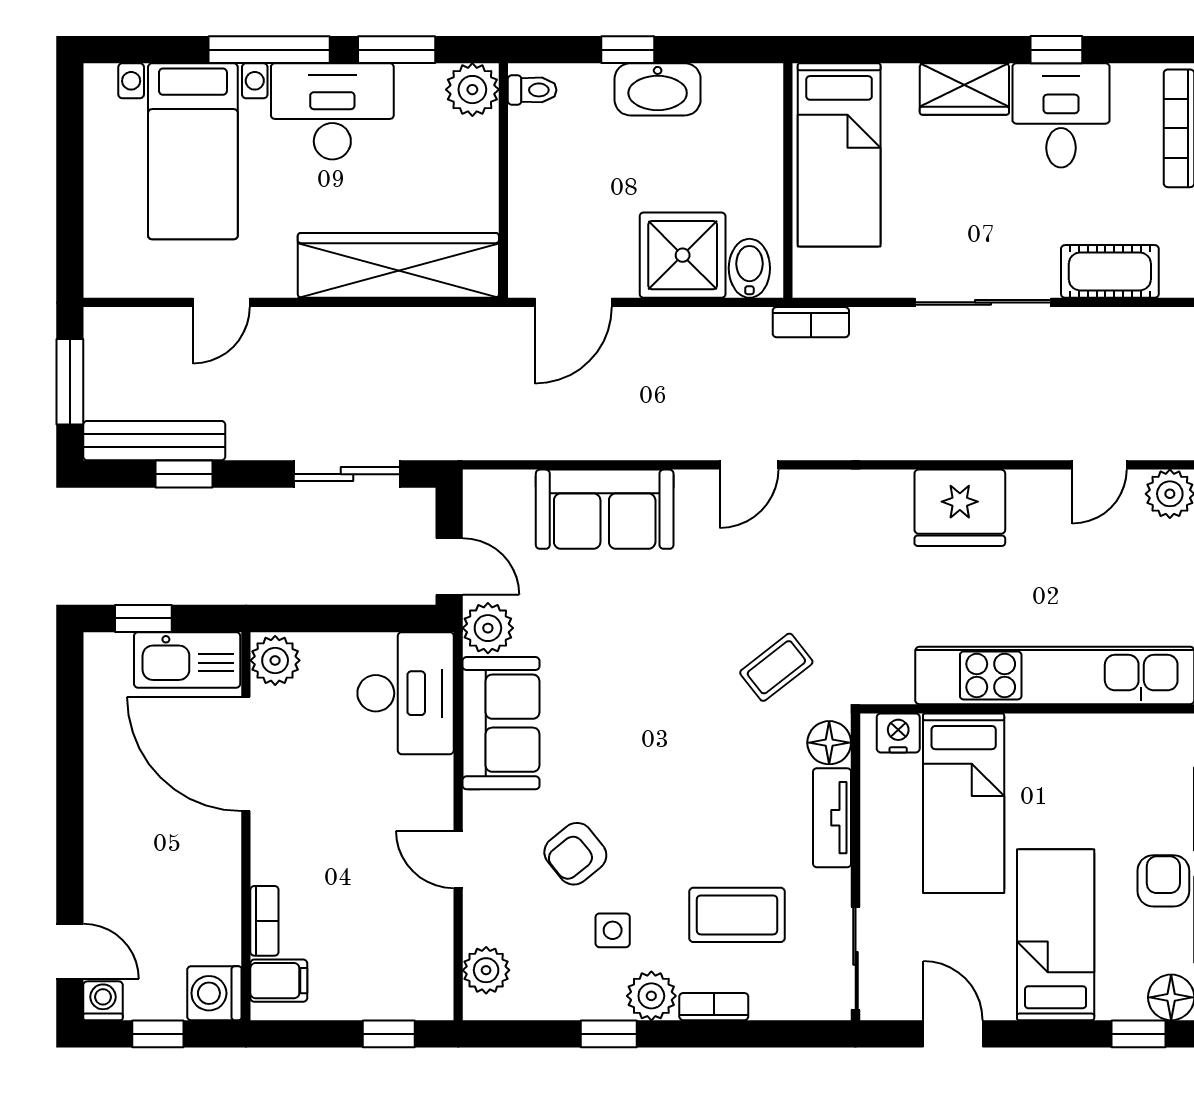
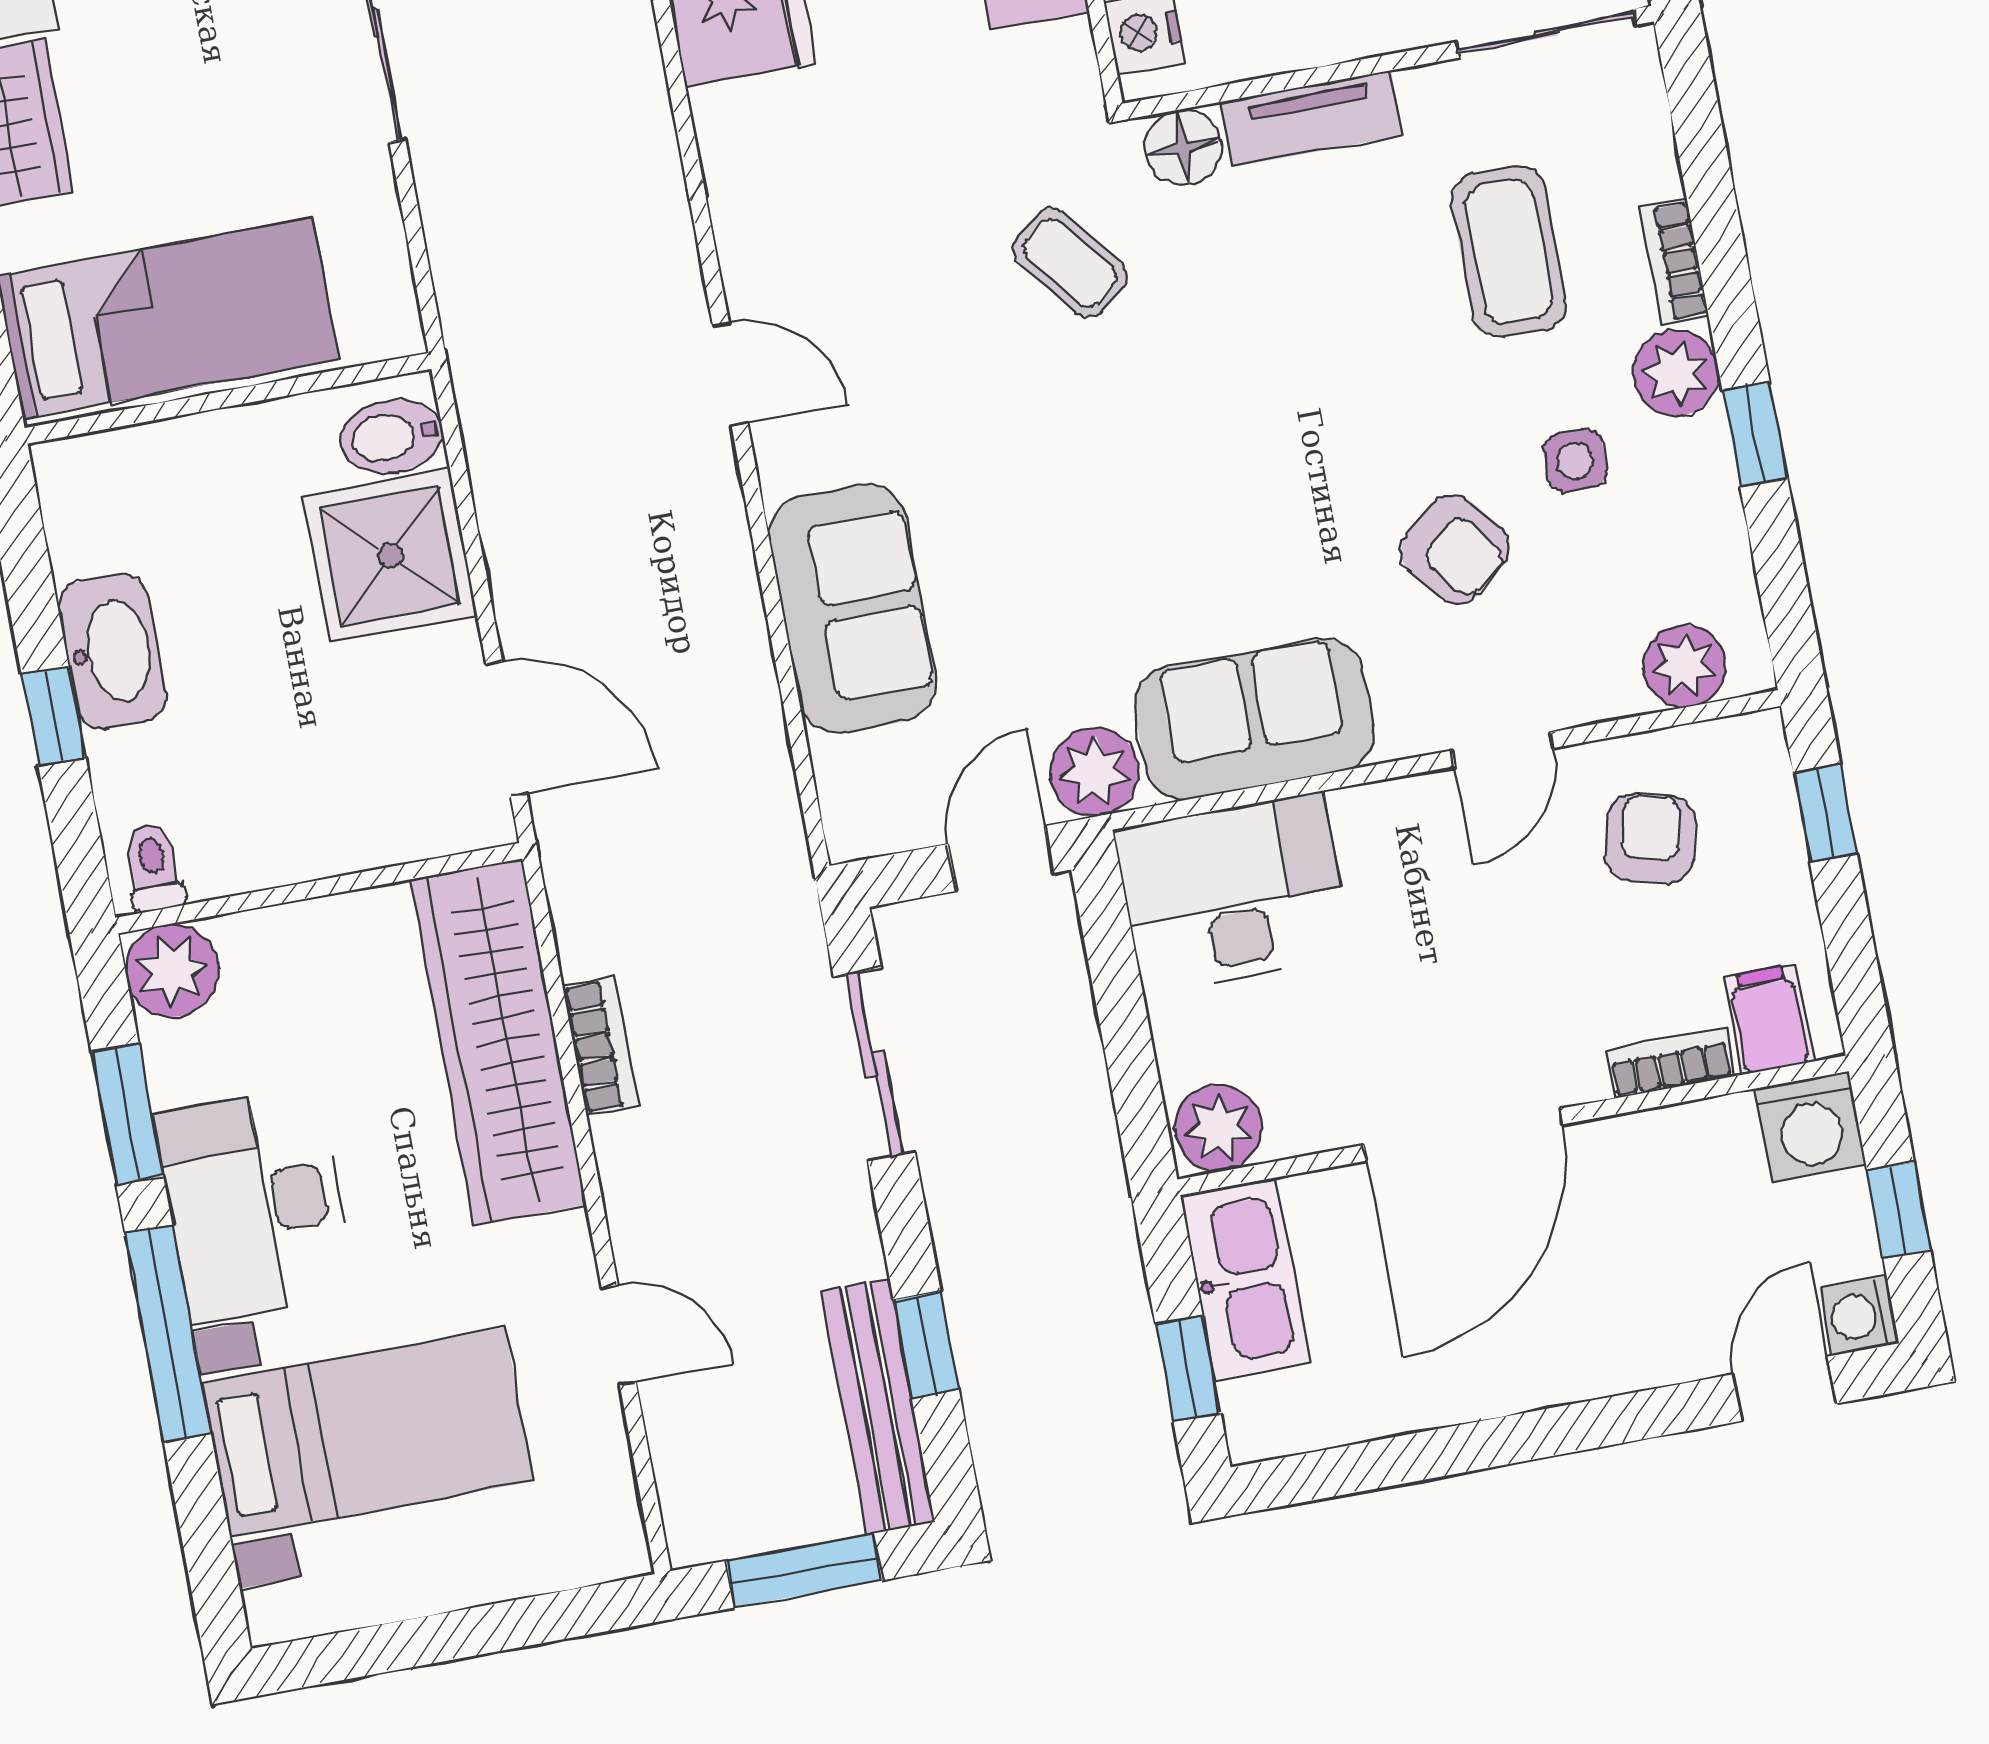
bookcase: (811, 322) -> (600, 1046), moved
door: (246, 754) -> (1463, 1135), moved
armchair: (393, 933) -> (1650, 839), added

